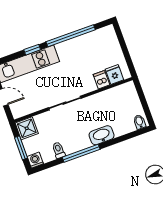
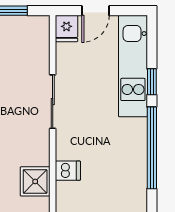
fridge: (114, 74) -> (66, 29), moved, turned 90
shower: (27, 128) -> (35, 181), moved

